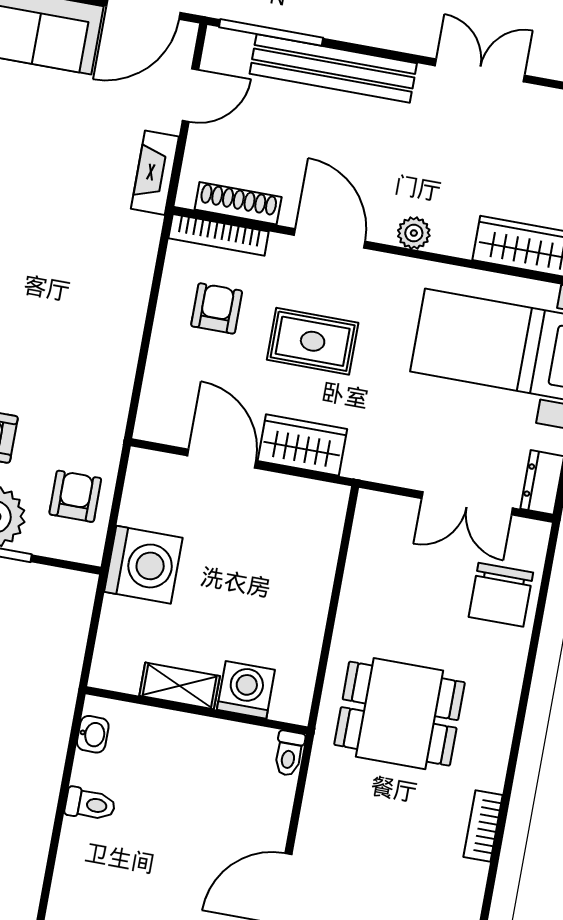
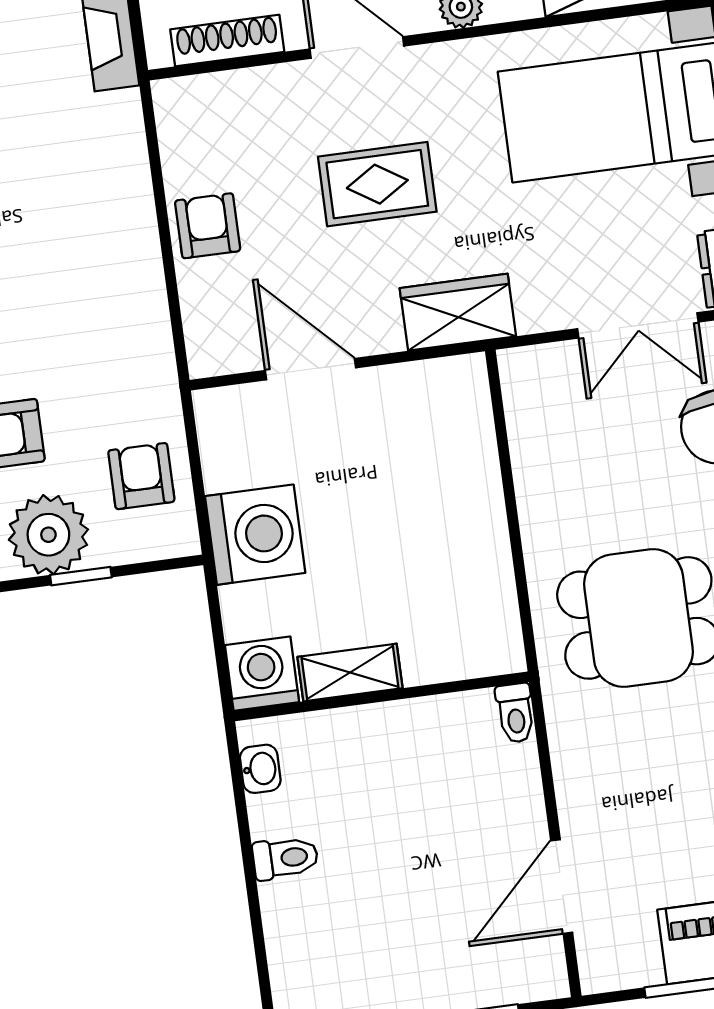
bookcase: (219, 235) -> (216, 88), removed
armchair: (217, 308) -> (208, 226), moved
wardrobe: (302, 445) -> (458, 312), moved
washing machine: (246, 690) -> (262, 674), moved

